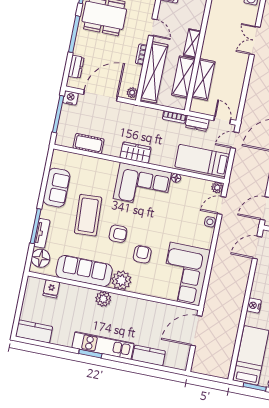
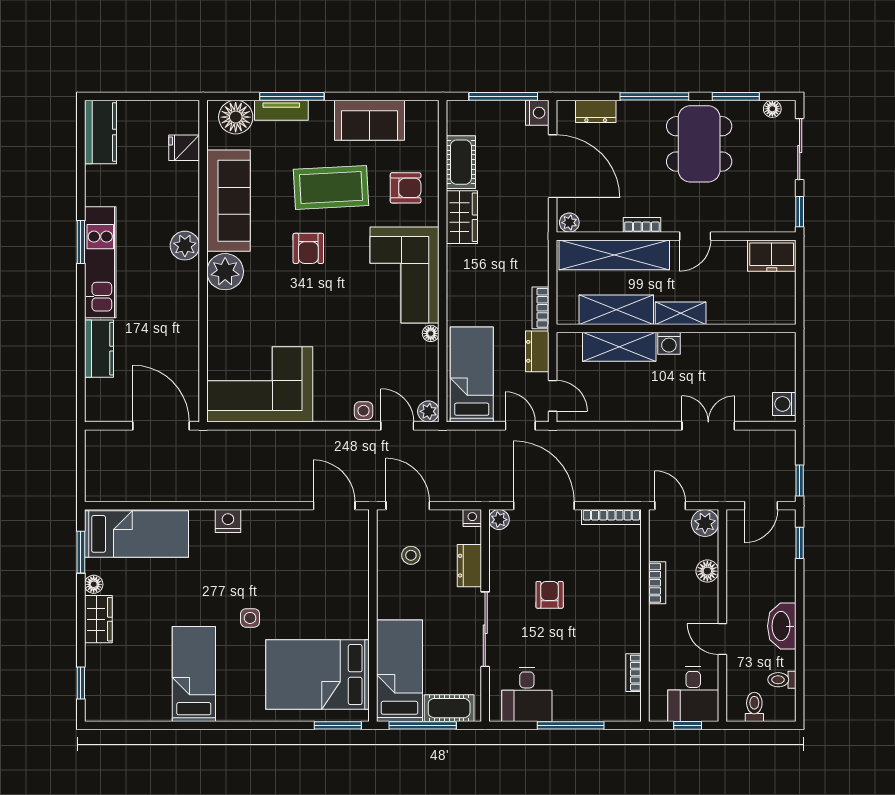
washing machine: (207, 53) -> (669, 343), added
door: (222, 120) -> (553, 396), hinge flipped
wardrobe: (136, 153) -> (462, 217), moved
armchair: (142, 254) -> (406, 188), moved

